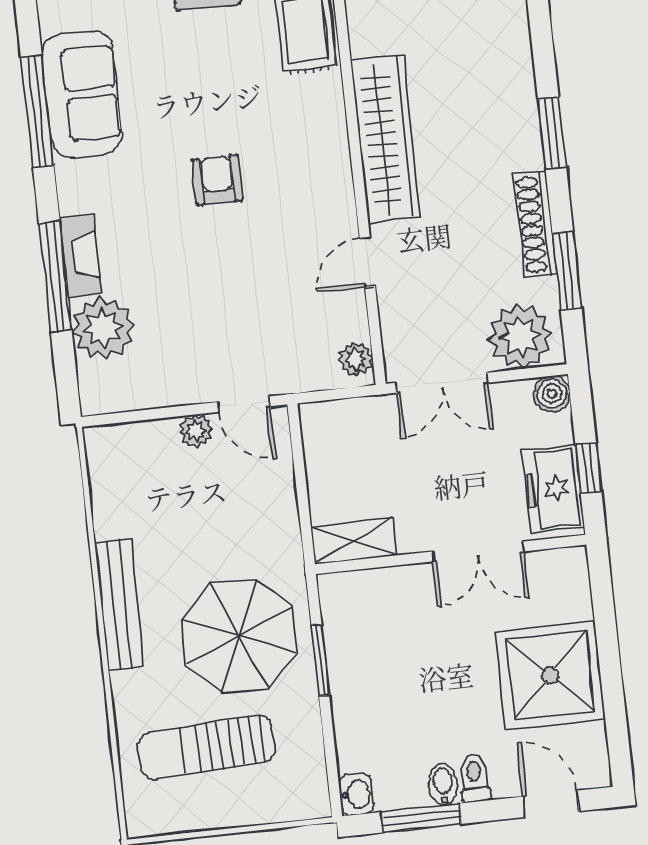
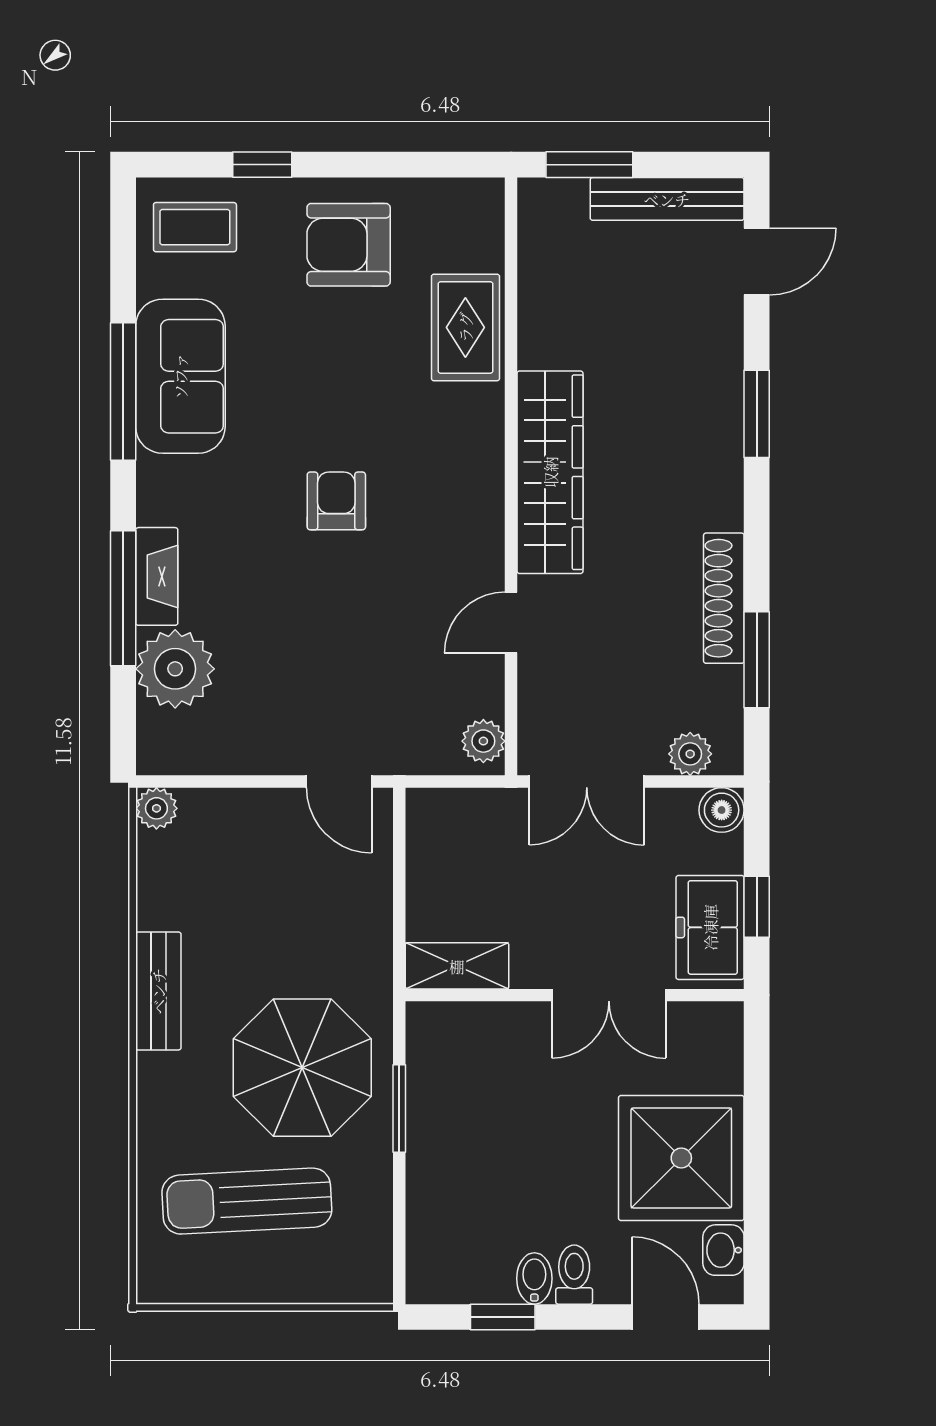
window: (552, 133) -> (757, 414), moved
plant: (520, 337) -> (690, 754), width x0.53, depth x0.53
plant: (196, 431) -> (156, 808), moved
bench: (119, 604) -> (158, 991), width x0.73
washbasin: (356, 794) -> (723, 1250), moved, turned 180
window: (421, 818) -> (503, 1317), width x0.67

